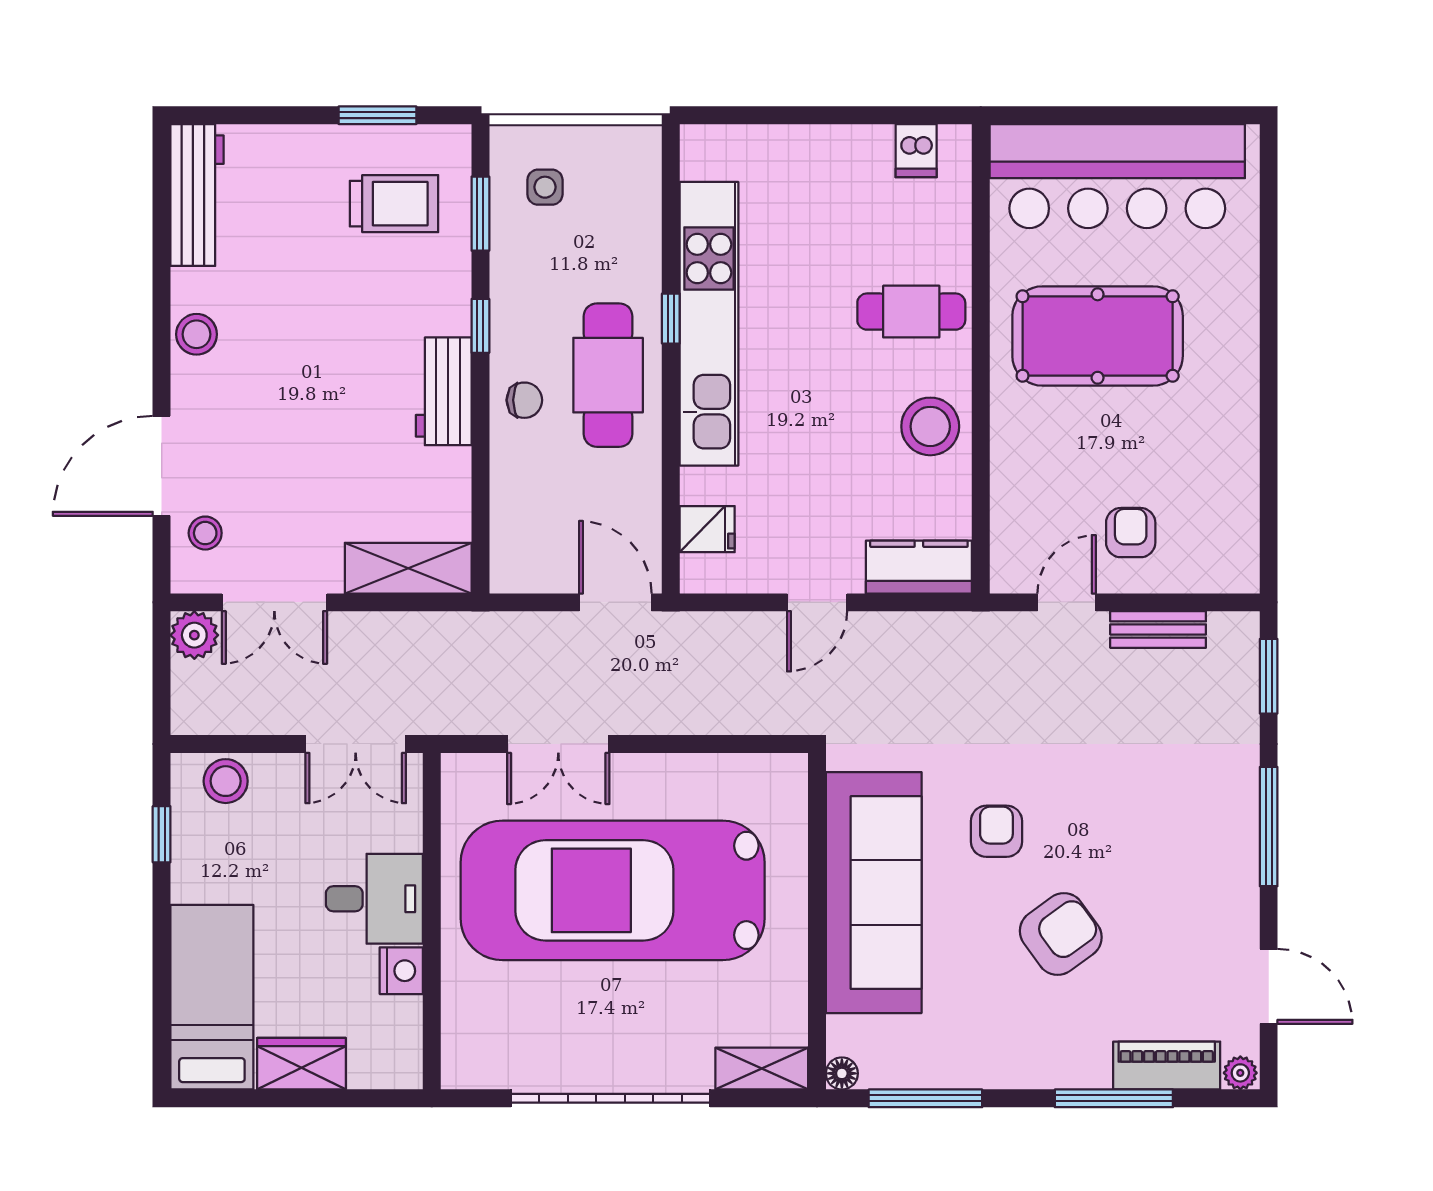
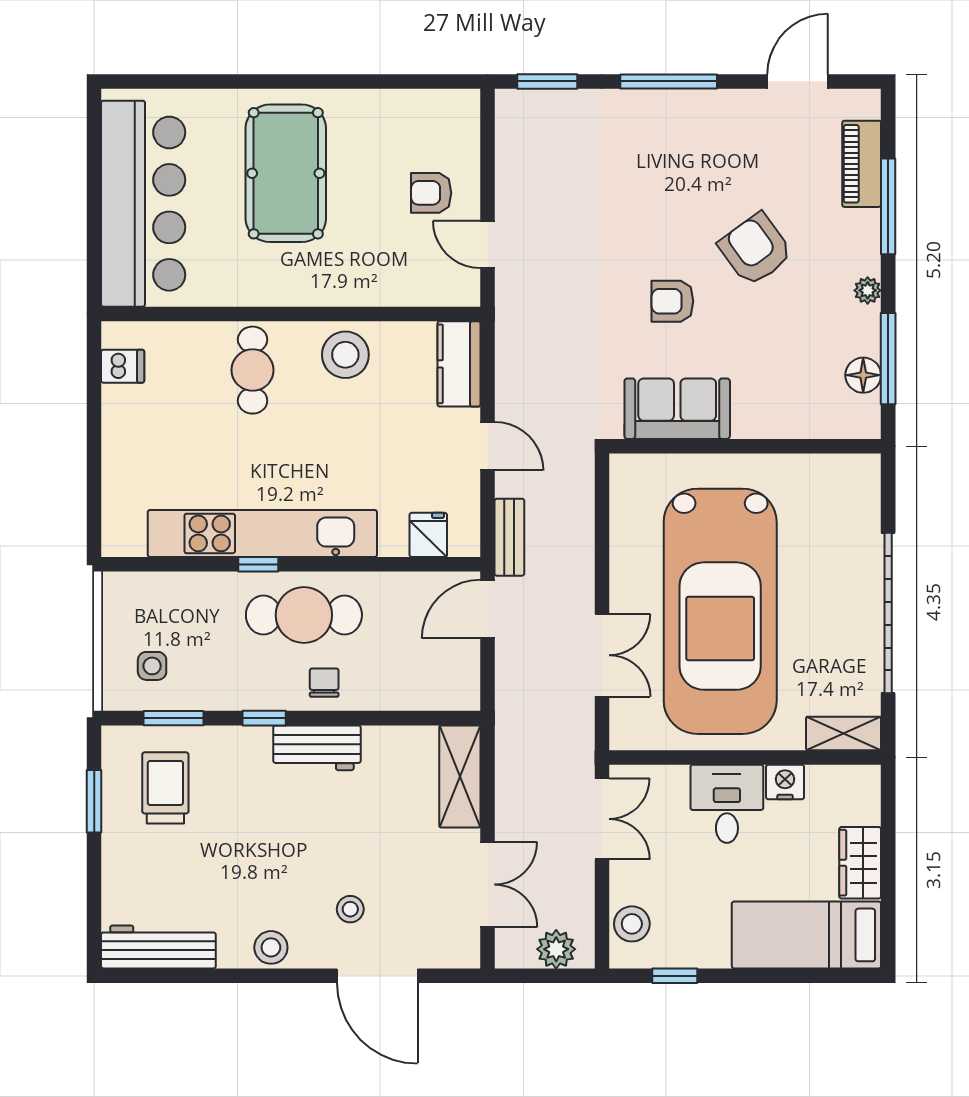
pool table: (1098, 336) -> (286, 173), moved
stool: (205, 533) -> (350, 909), moved
bench: (1158, 629) -> (509, 537), moved
plant: (194, 635) -> (556, 949), moved
sofa: (874, 893) -> (677, 409), width x0.54, depth x0.79
shelving: (762, 1069) -> (843, 733), moved, turned 90
floor lamp: (842, 1073) -> (863, 375), moved, width x1.37, depth x1.37
plant: (1240, 1073) -> (868, 290), moved

